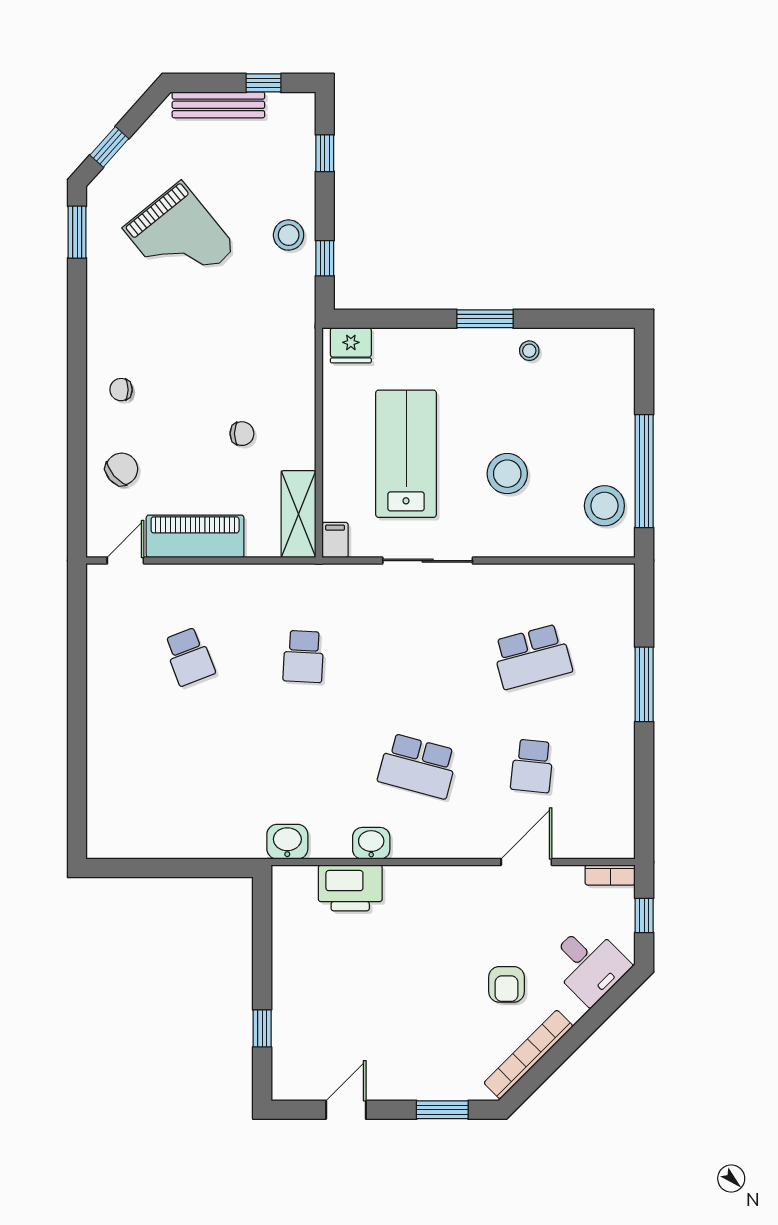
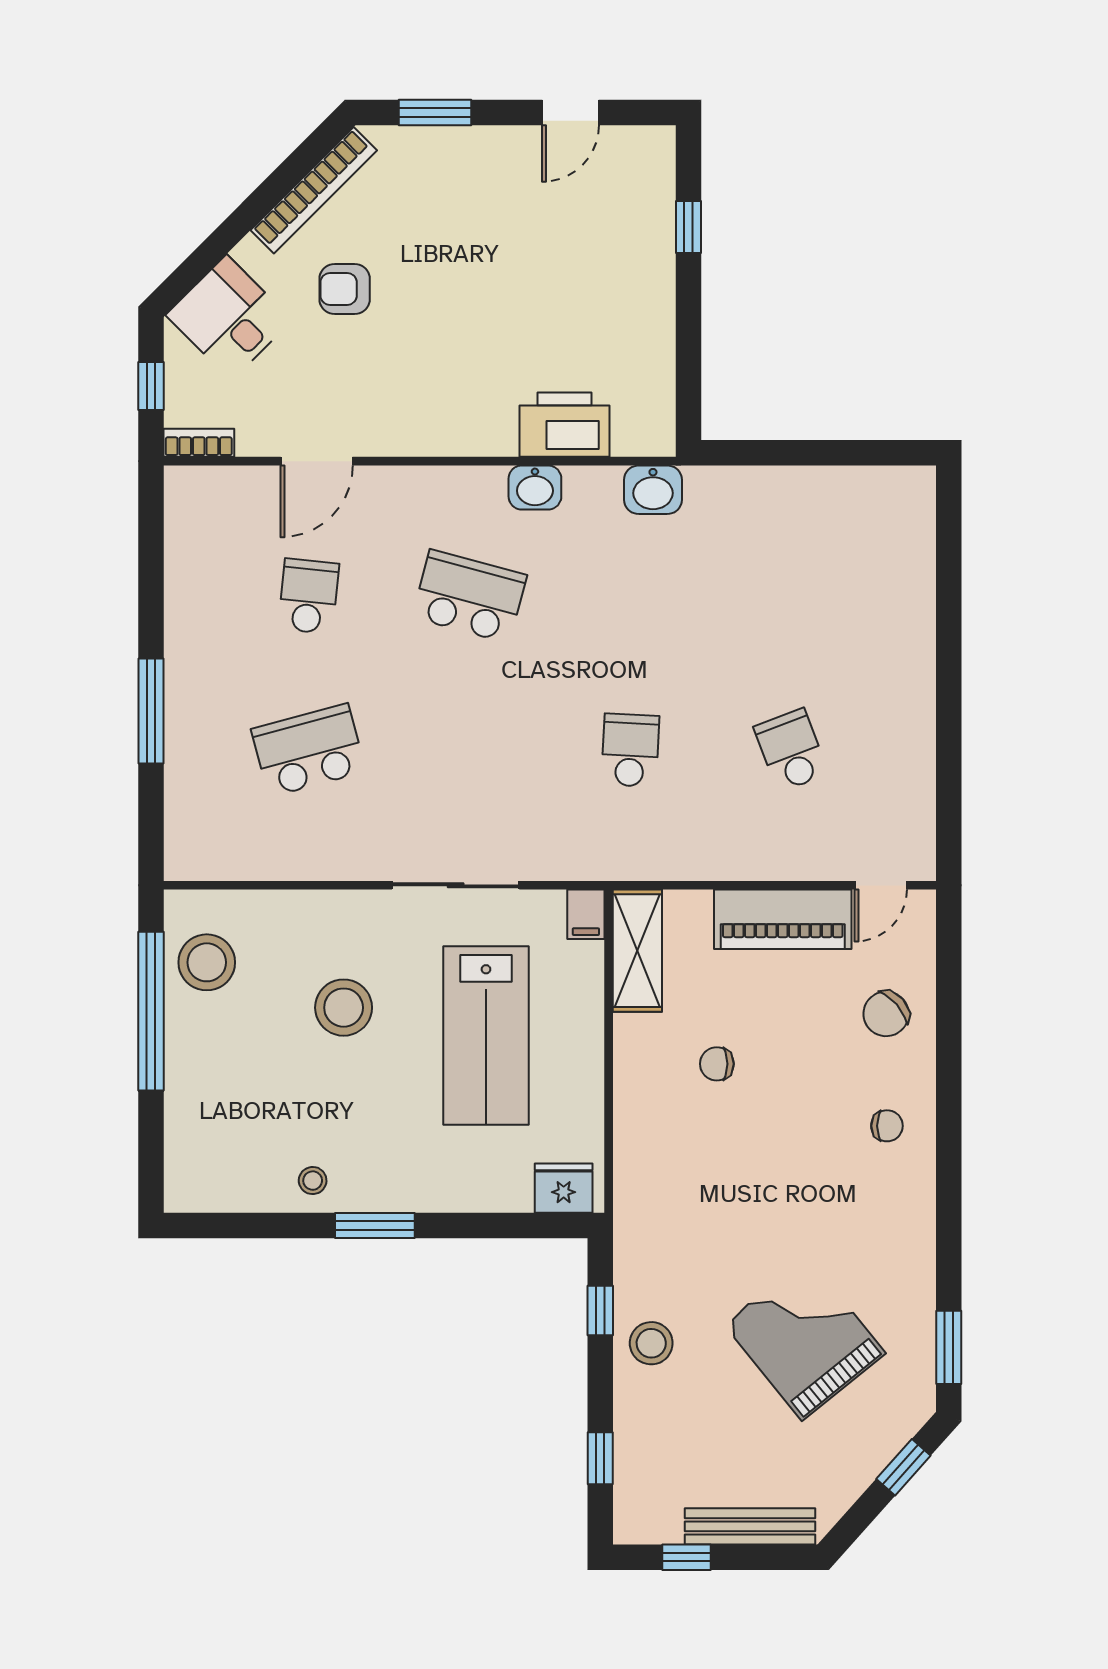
armchair: (506, 984) -> (345, 289), turned -90

